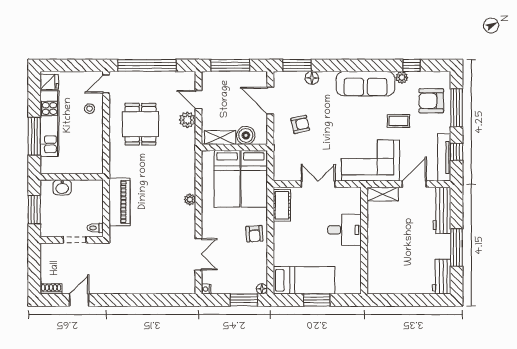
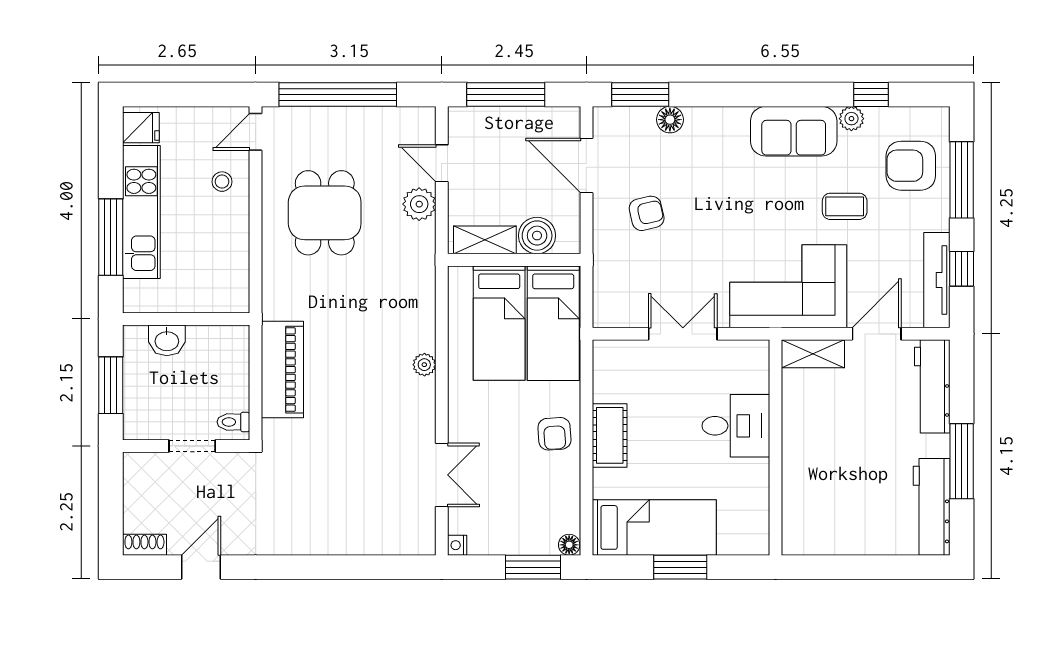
sofa: (365, 84) -> (794, 131), width x0.73
cot: (282, 205) -> (610, 435), moved
workbench: (442, 277) -> (932, 507), width x1.38

